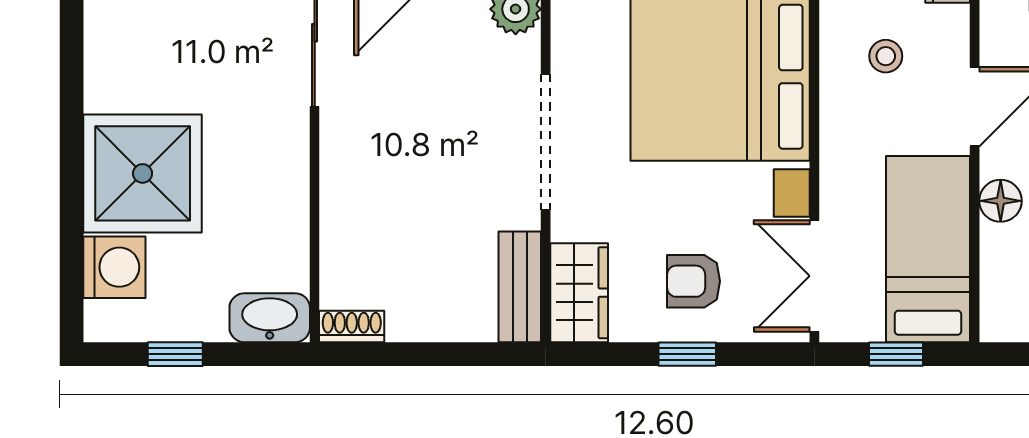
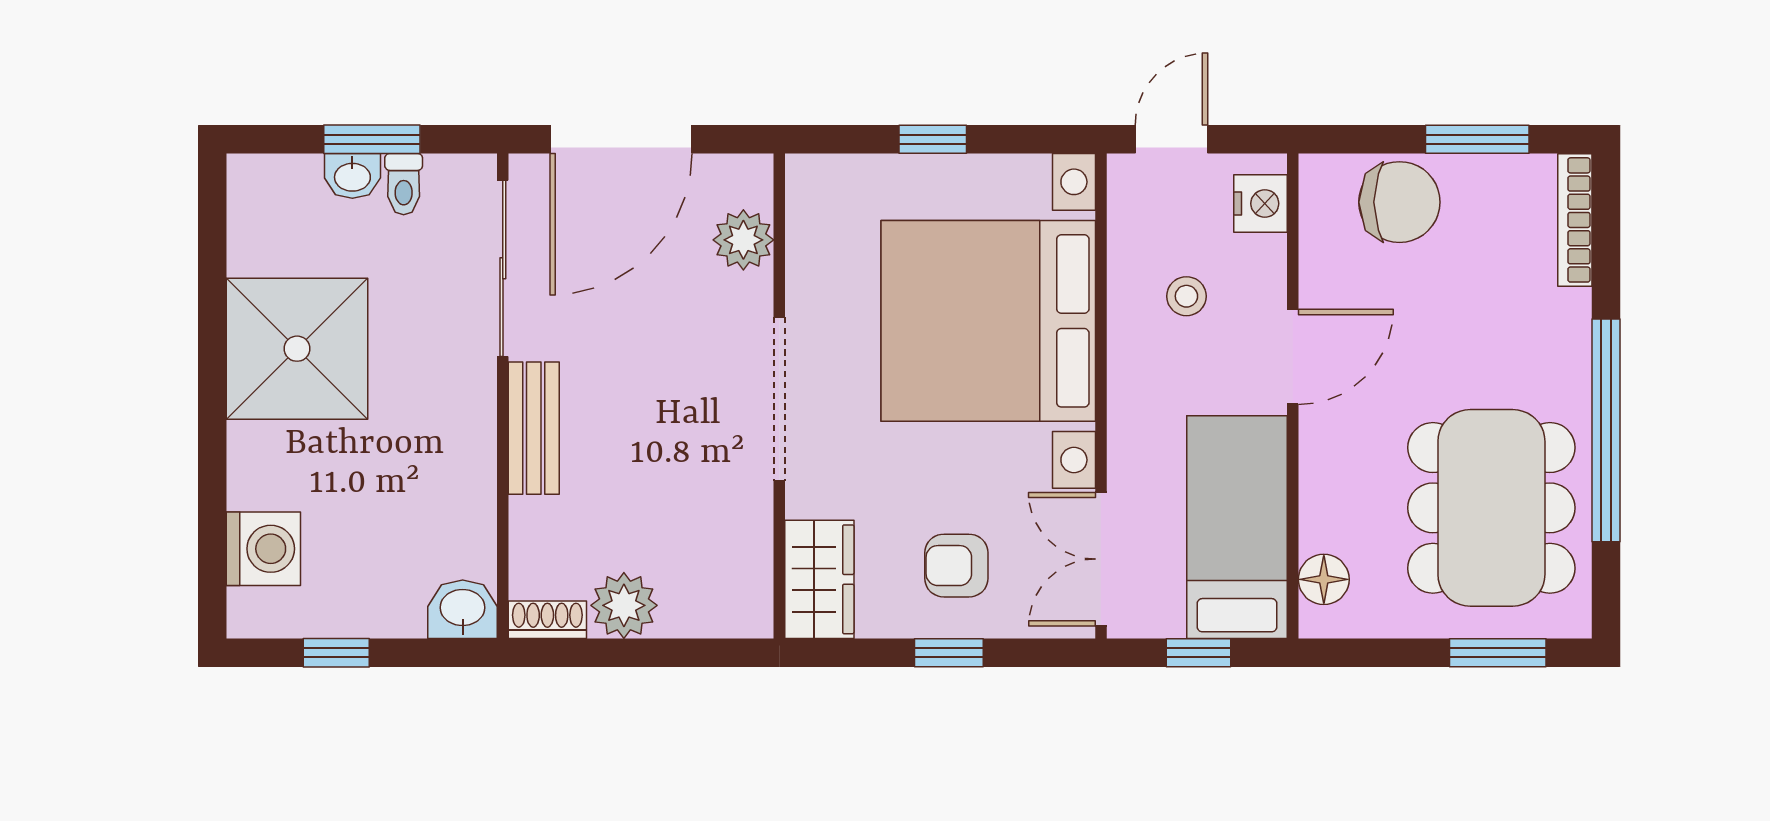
shower: (143, 173) -> (297, 349), moved
floor lamp: (1001, 201) -> (1324, 579), moved
bench: (520, 287) -> (534, 428), moved
plant: (416, 315) -> (624, 605), added
washbasin: (270, 318) -> (463, 609), width x0.72

